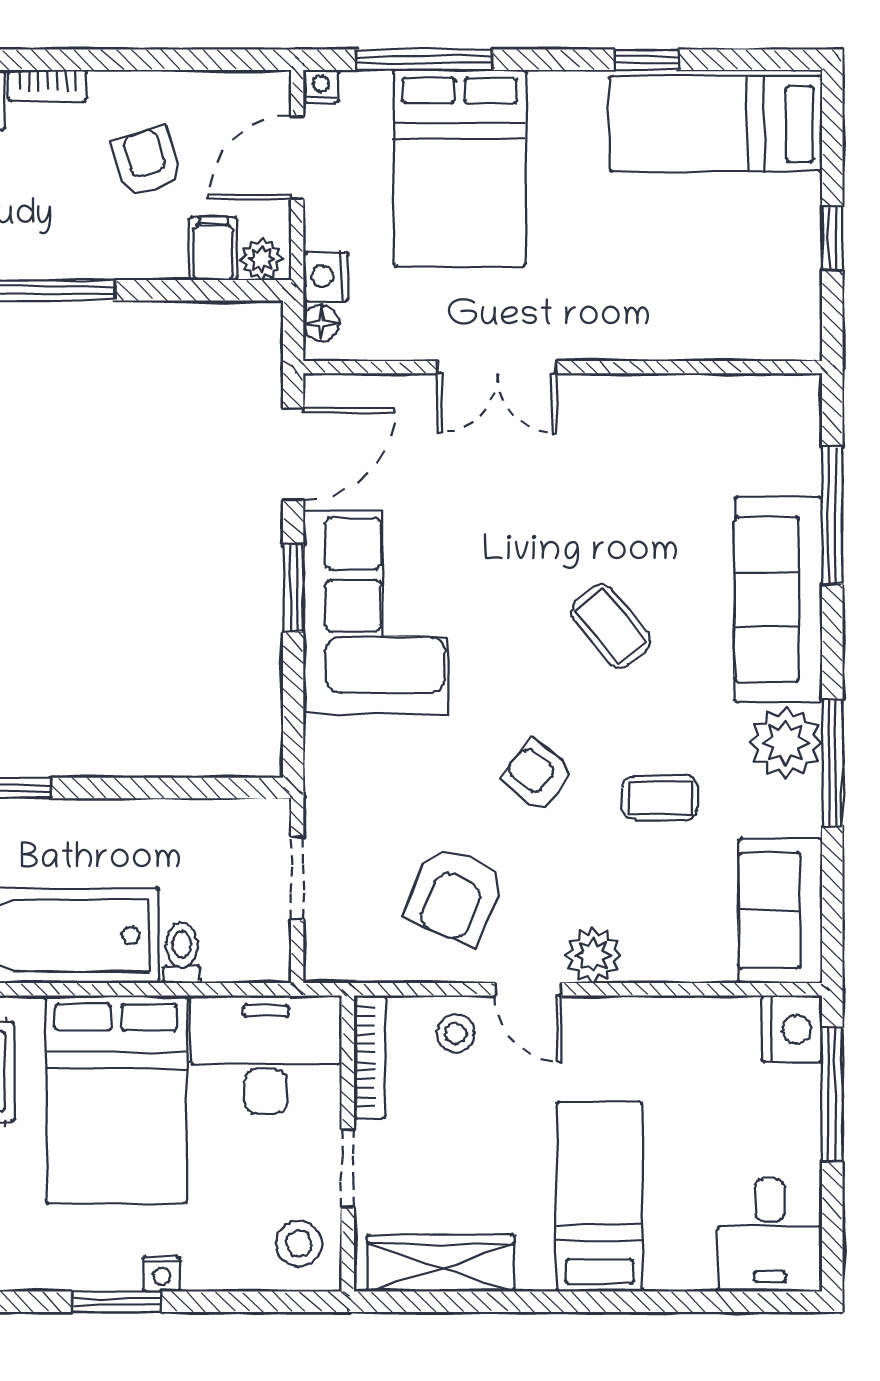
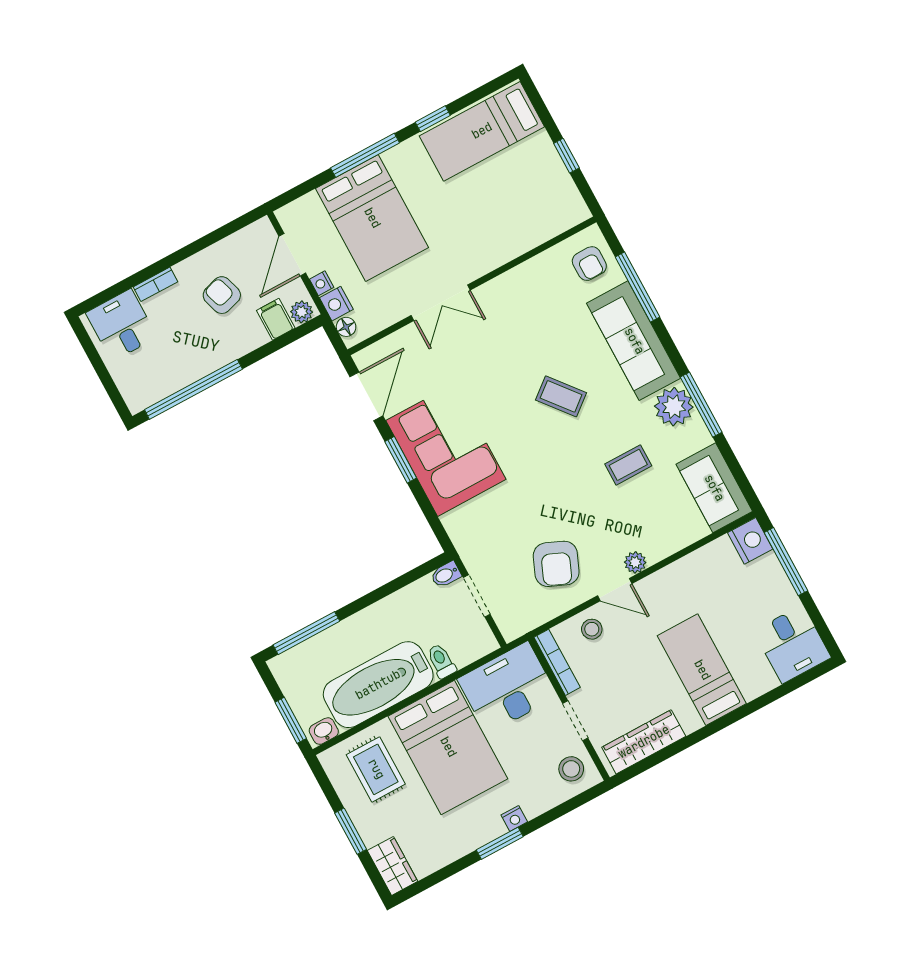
window: (425, 60) -> (365, 155), moved
nightstand: (321, 86) -> (322, 283), moved, turned -90
armchair: (537, 775) -> (589, 264), moved, turned -128
bidet: (265, 816) -> (446, 575), added
plant: (593, 955) -> (635, 562), width x0.73, depth x0.73

